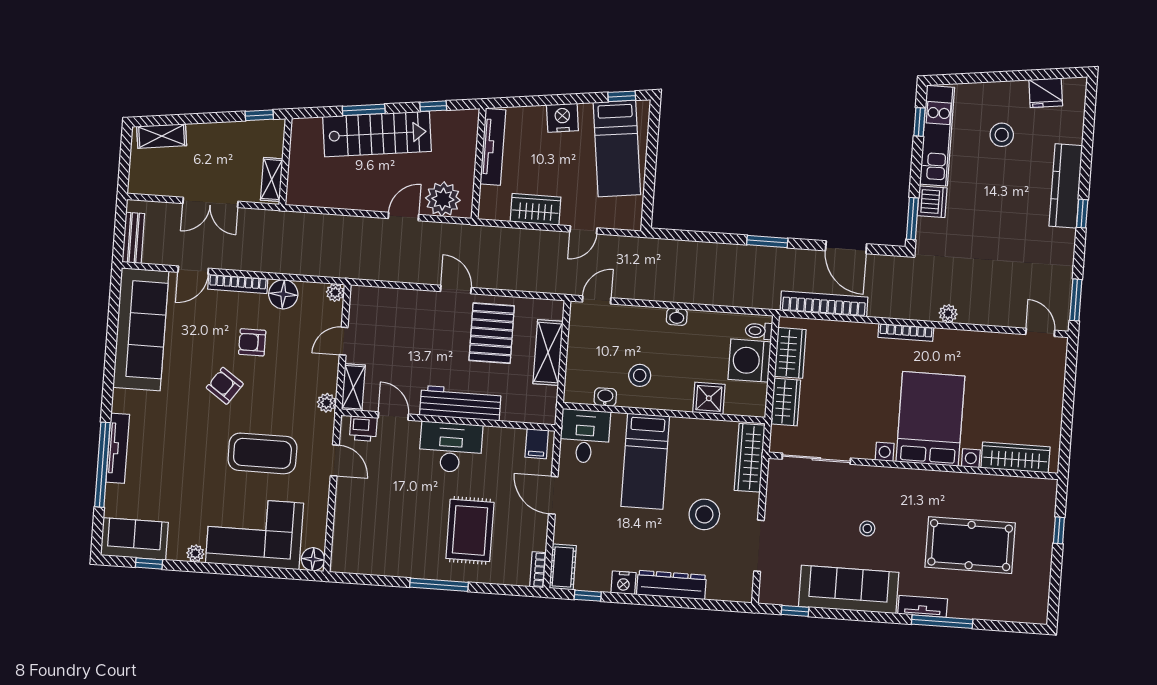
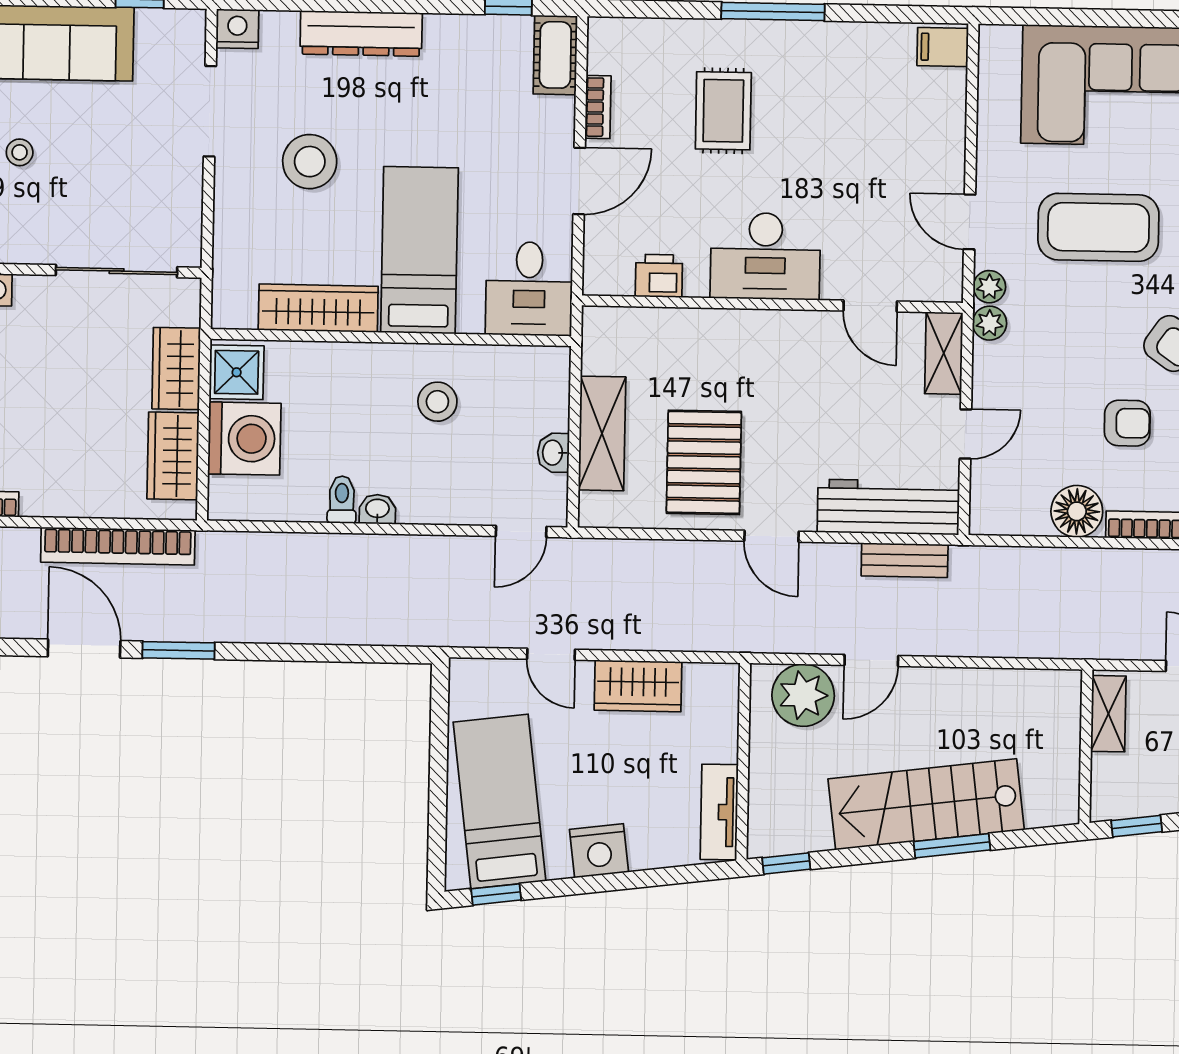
window: (433, 106) -> (786, 863), moved
tv unit: (493, 147) -> (719, 812), width x0.71
door: (584, 230) -> (551, 654), swing flipped
window: (767, 241) -> (178, 650), moved
bench: (382, 272) -> (905, 560), added
plant: (335, 293) -> (989, 287), moved
toilet: (759, 331) -> (342, 500), moved, turned -90
washbasin: (605, 397) -> (553, 453), moved, turned 90
shower: (709, 398) -> (237, 372), moved
workbench: (460, 403) -> (888, 507), moved, turned 180
printer: (363, 429) -> (659, 276), moved
filing cabinet: (537, 444) -> (943, 47), moved, turned -90
wardrobe: (750, 458) -> (318, 308), moved, turned -90
door: (553, 495) -> (579, 181), hinge flipped
rug: (470, 530) -> (723, 111), width x0.73, depth x0.70
floor lamp: (313, 559) -> (999, 45), removed
bookcase: (538, 570) -> (598, 107), moved
nightstand: (623, 583) -> (237, 29), moved

